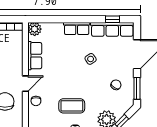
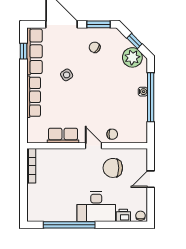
row of seats: (77, 28) -> (34, 97), width x1.48
plant: (35, 29) -> (34, 136), removed
coffee table: (72, 106) -> (118, 95), removed

